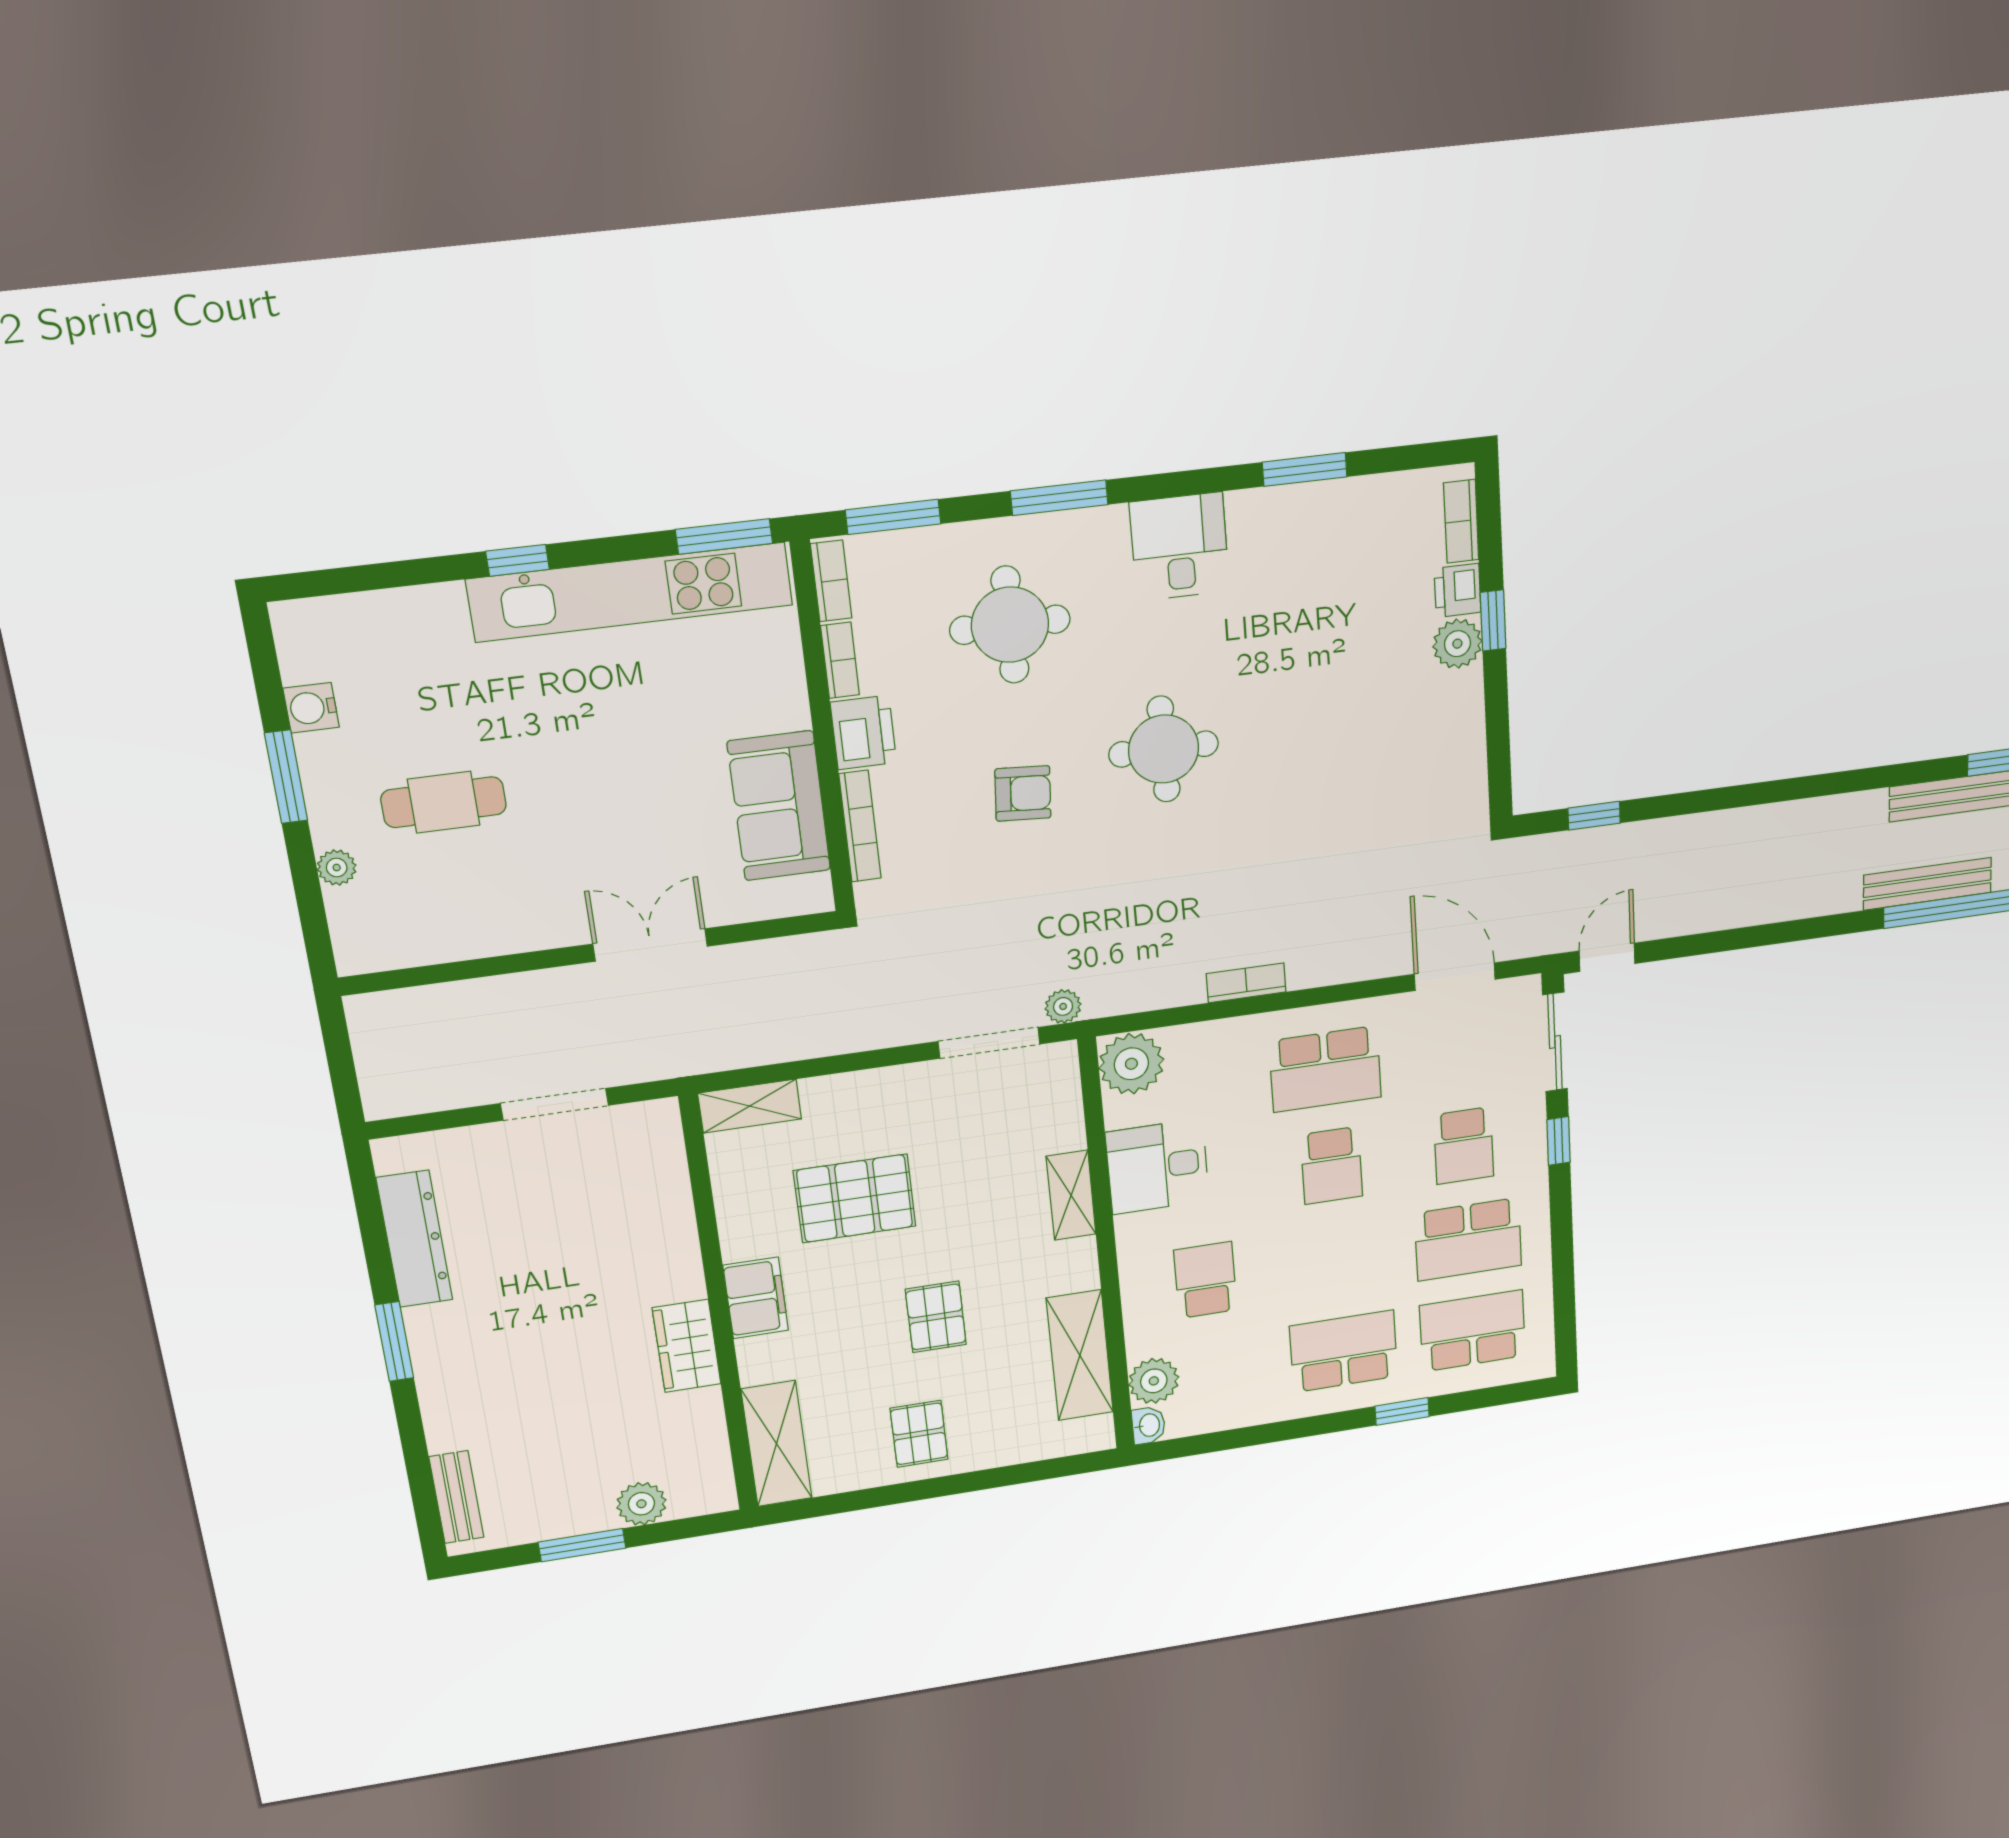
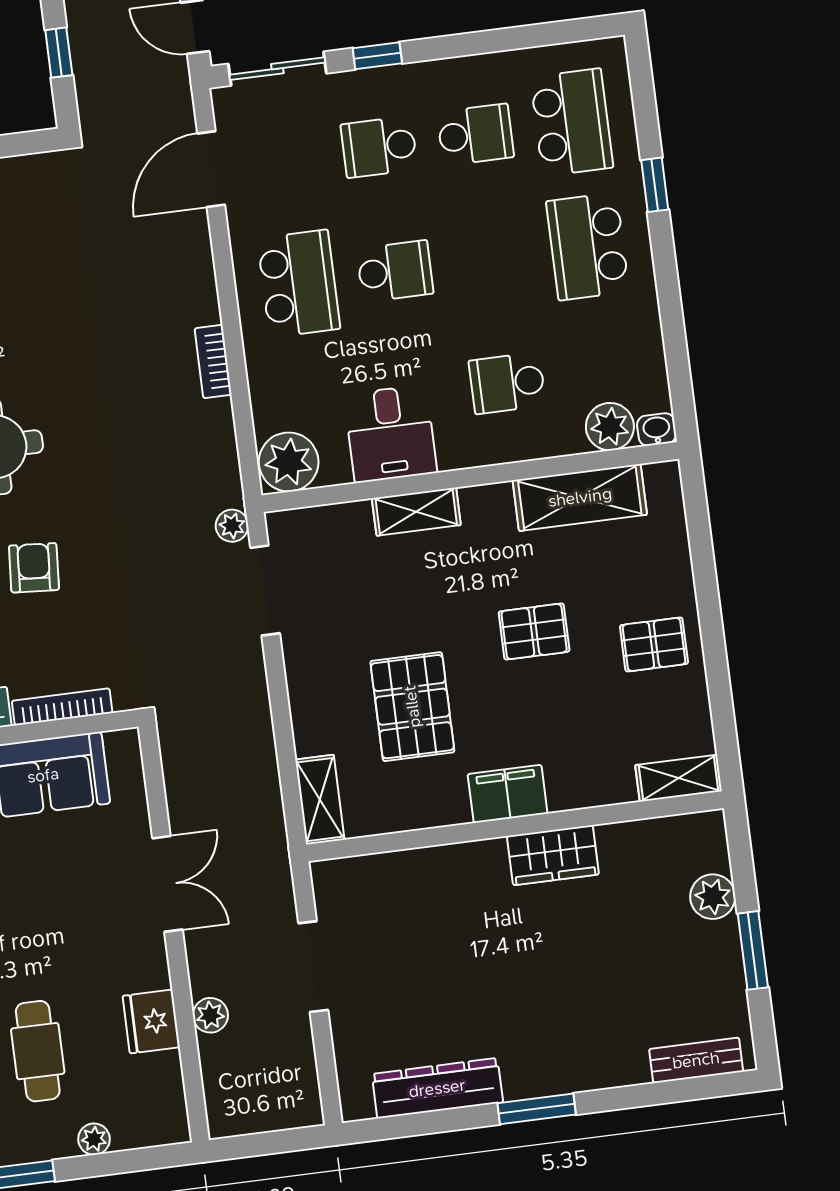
fridge: (484, 930) -> (151, 1021), added
double door: (650, 945) -> (167, 884), swing flipped
plant: (494, 995) -> (210, 1015), added
school desk: (1464, 1146) -> (379, 147), turned 180
school desk: (1468, 1239) -> (475, 135), width x0.54
school desk: (1473, 1331) -> (572, 122), turned 180
shelving: (777, 1444) -> (679, 778), width x0.67, depth x0.75

